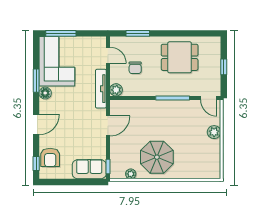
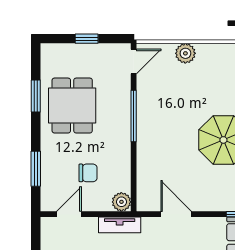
window: (186, 33) -> (36, 96), added
tv unit: (101, 89) -> (120, 225), width x0.71

